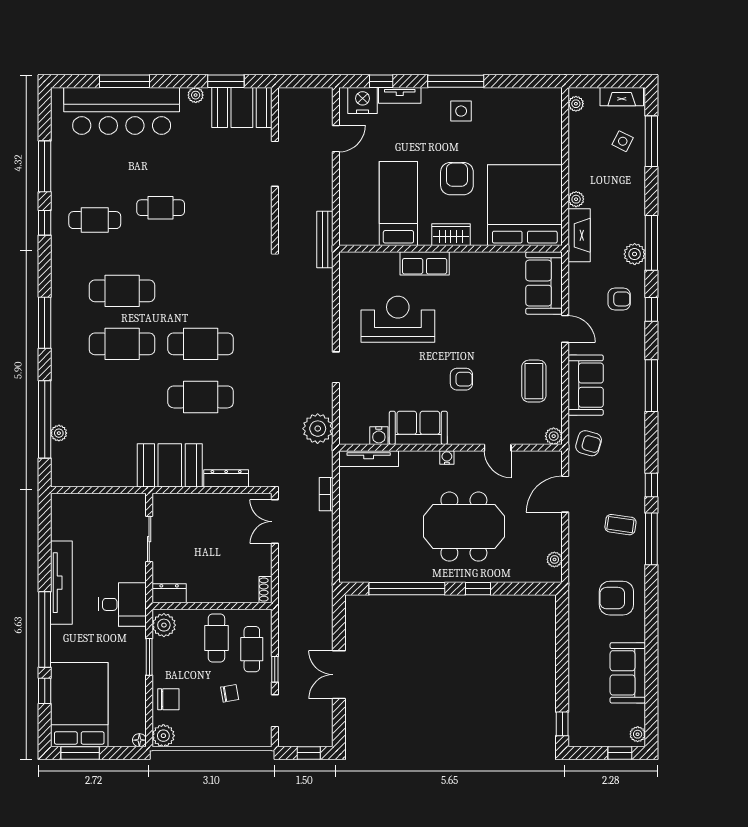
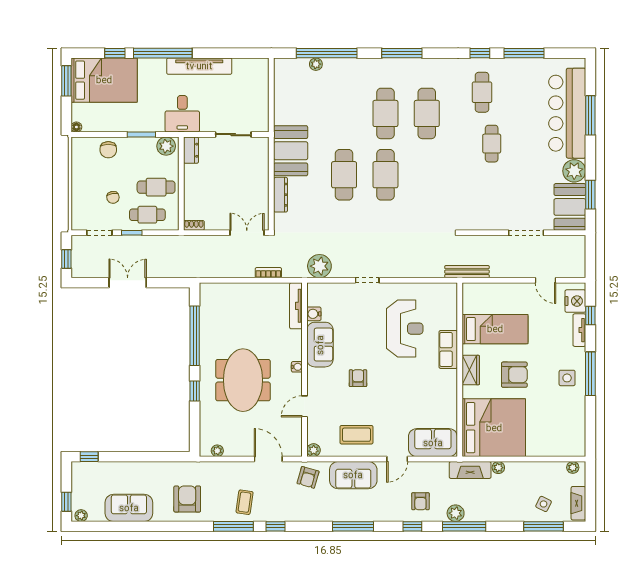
plant: (196, 95) -> (574, 171), width x1.88, depth x1.88
armchair: (461, 379) -> (358, 378), turned 180
plant: (163, 736) -> (80, 146), removed

